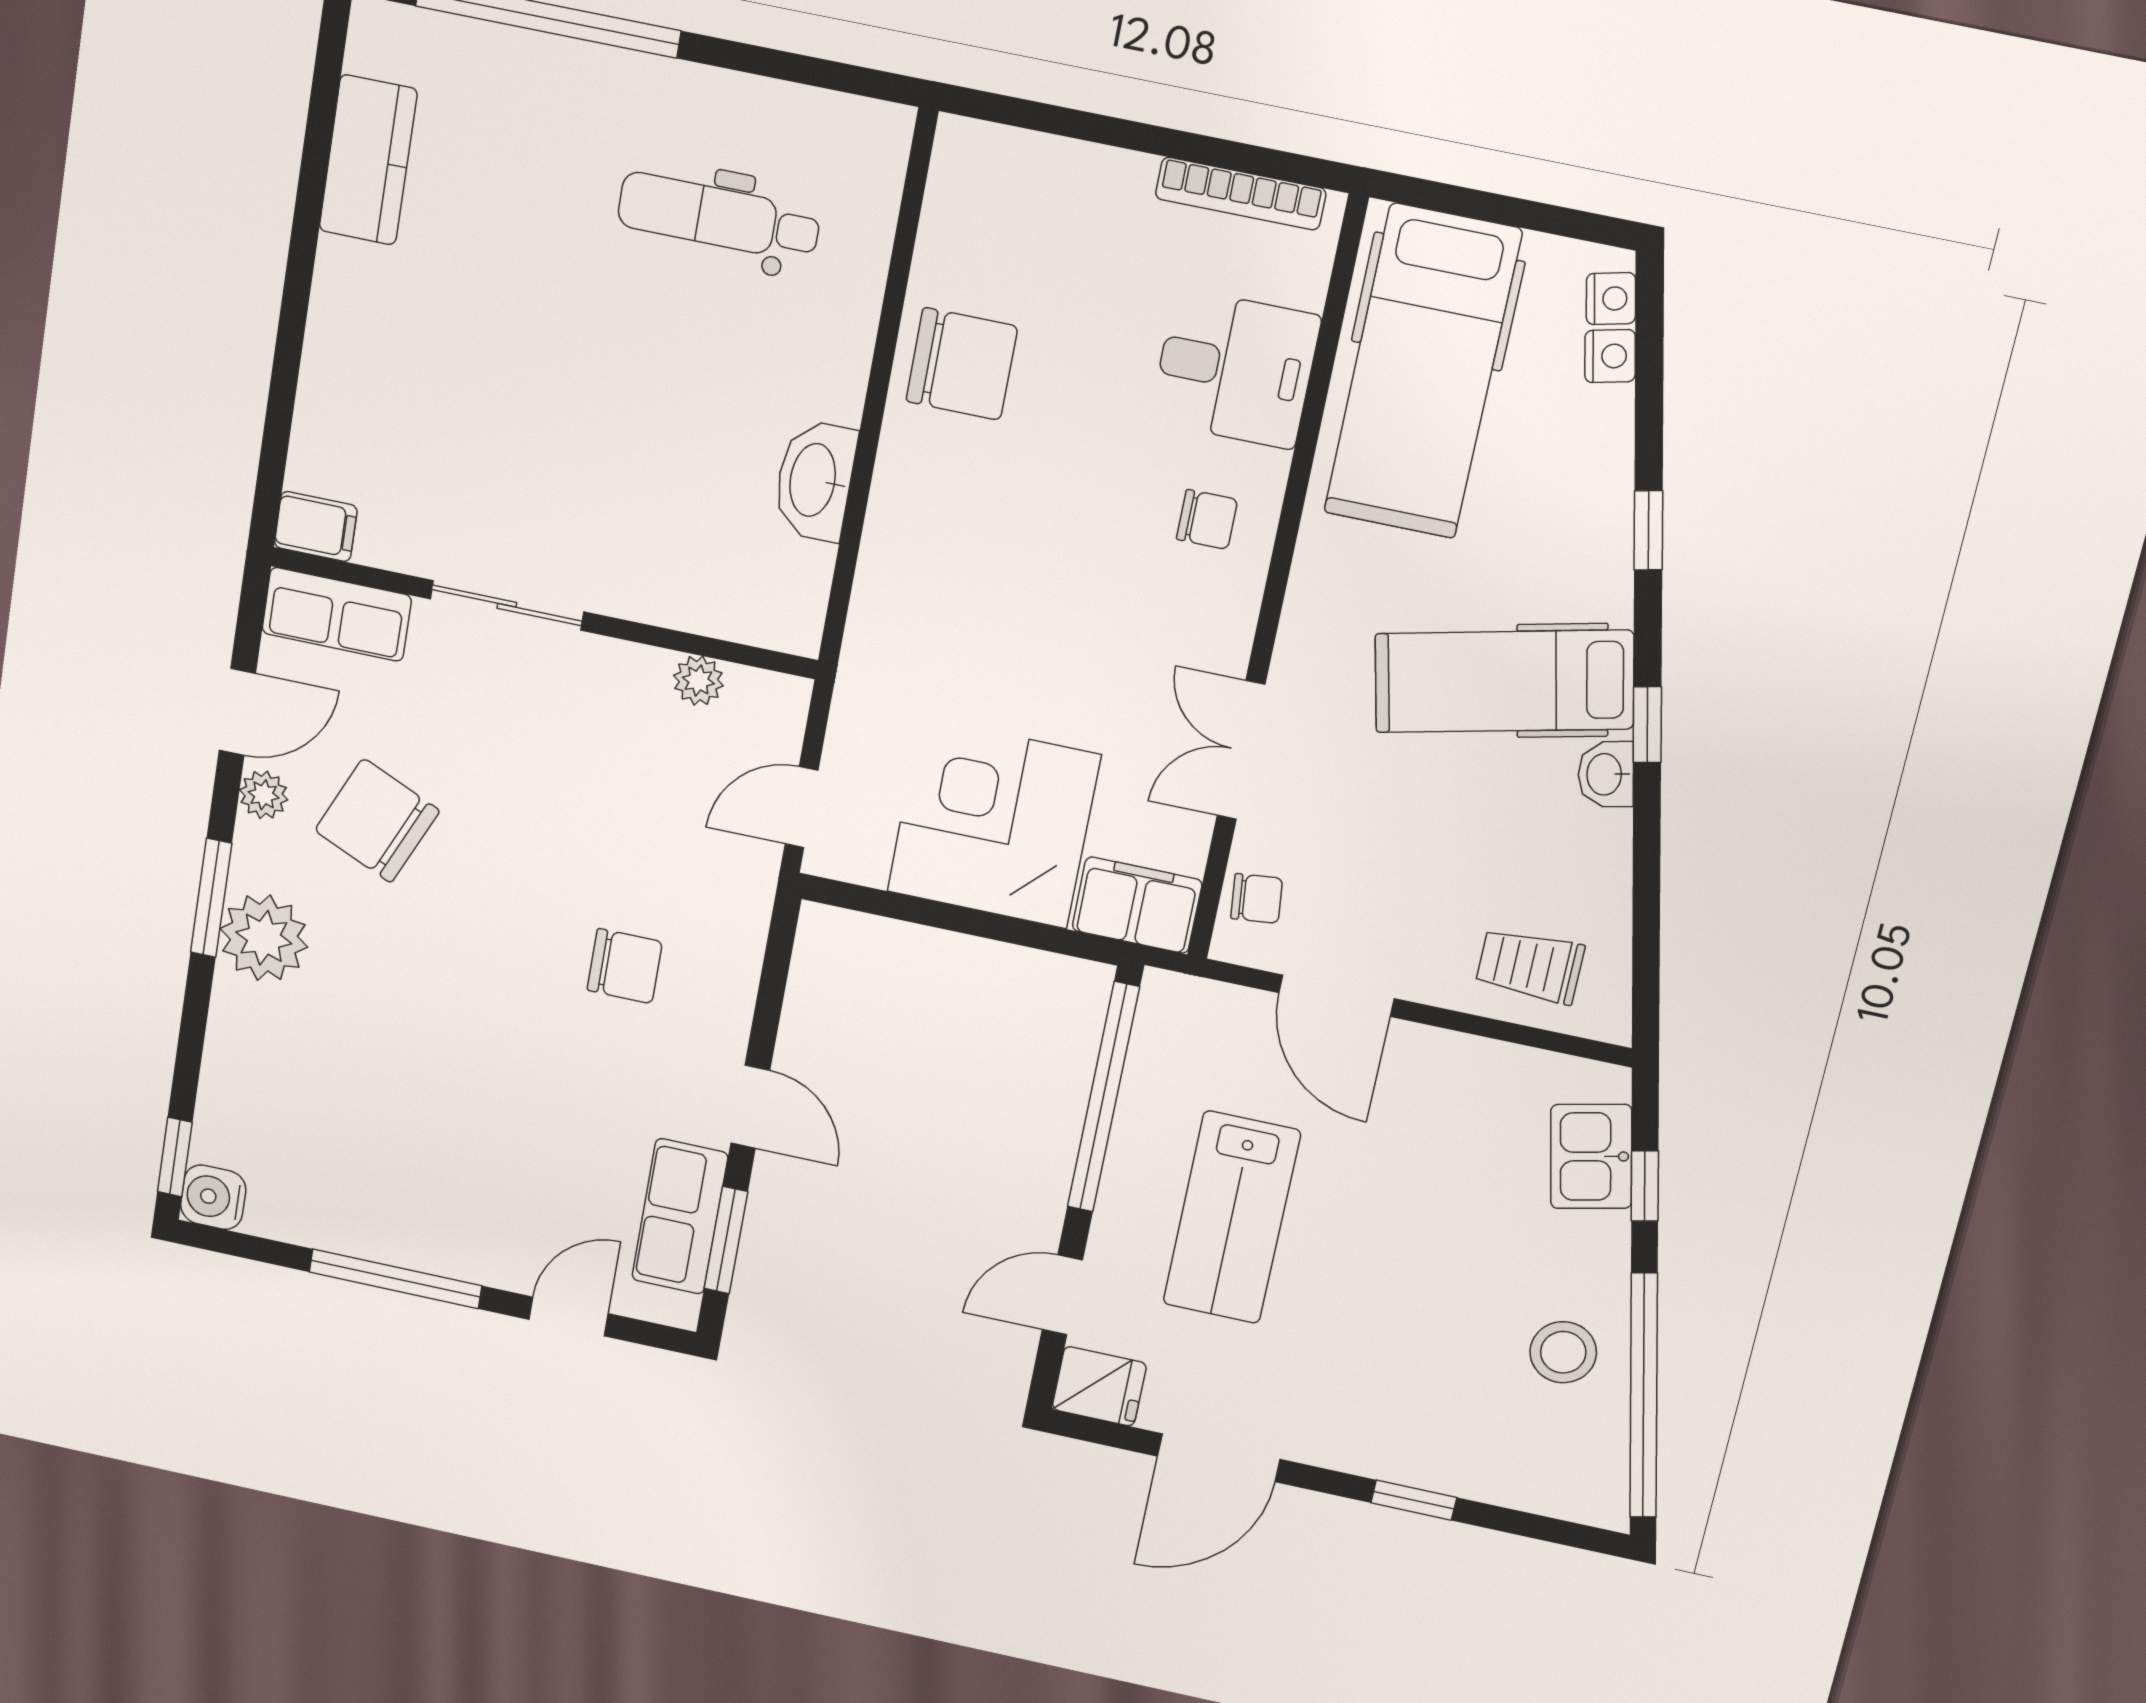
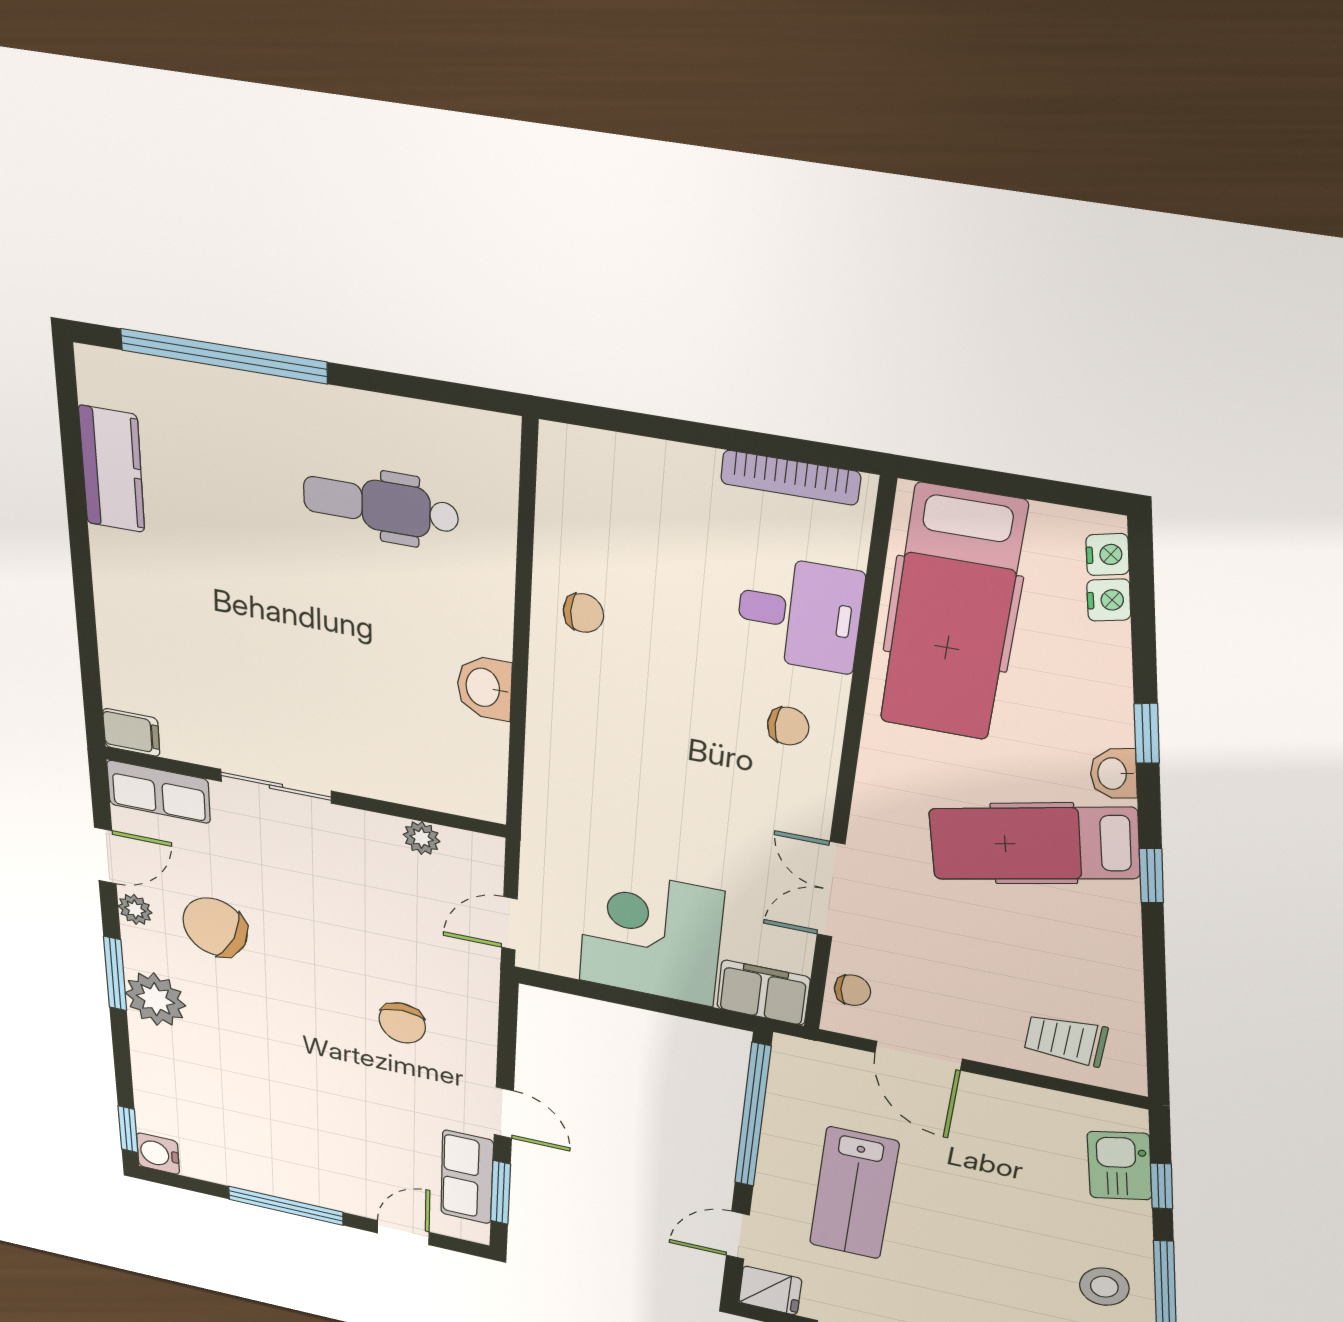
chair: (962, 364) -> (583, 613), width x0.54, depth x0.54
washbasin: (815, 480) -> (484, 688), width x0.72
washbasin: (1606, 774) -> (1113, 774), moved
chair: (625, 966) -> (402, 1023), turned 90

